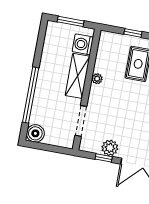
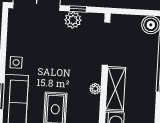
doorway: (81, 121) -> (106, 44), width x1.36

